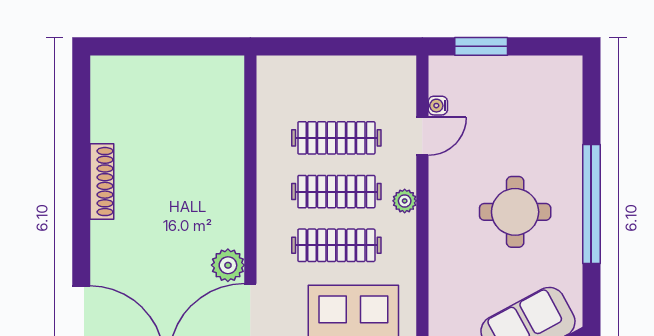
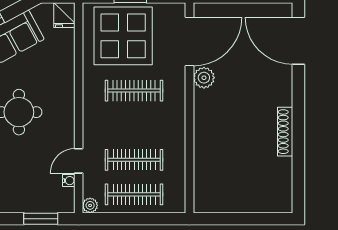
clothes rail: (336, 192) -> (134, 194), moved
plant: (405, 201) -> (90, 205), moved

